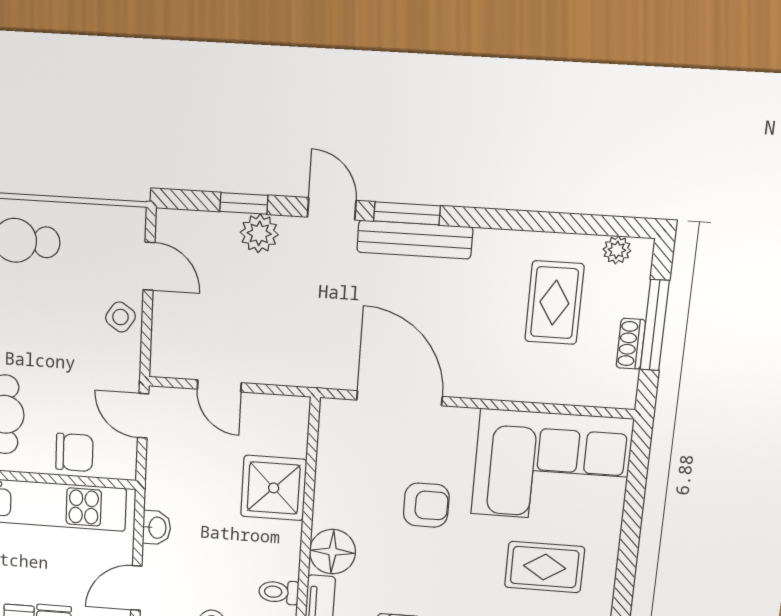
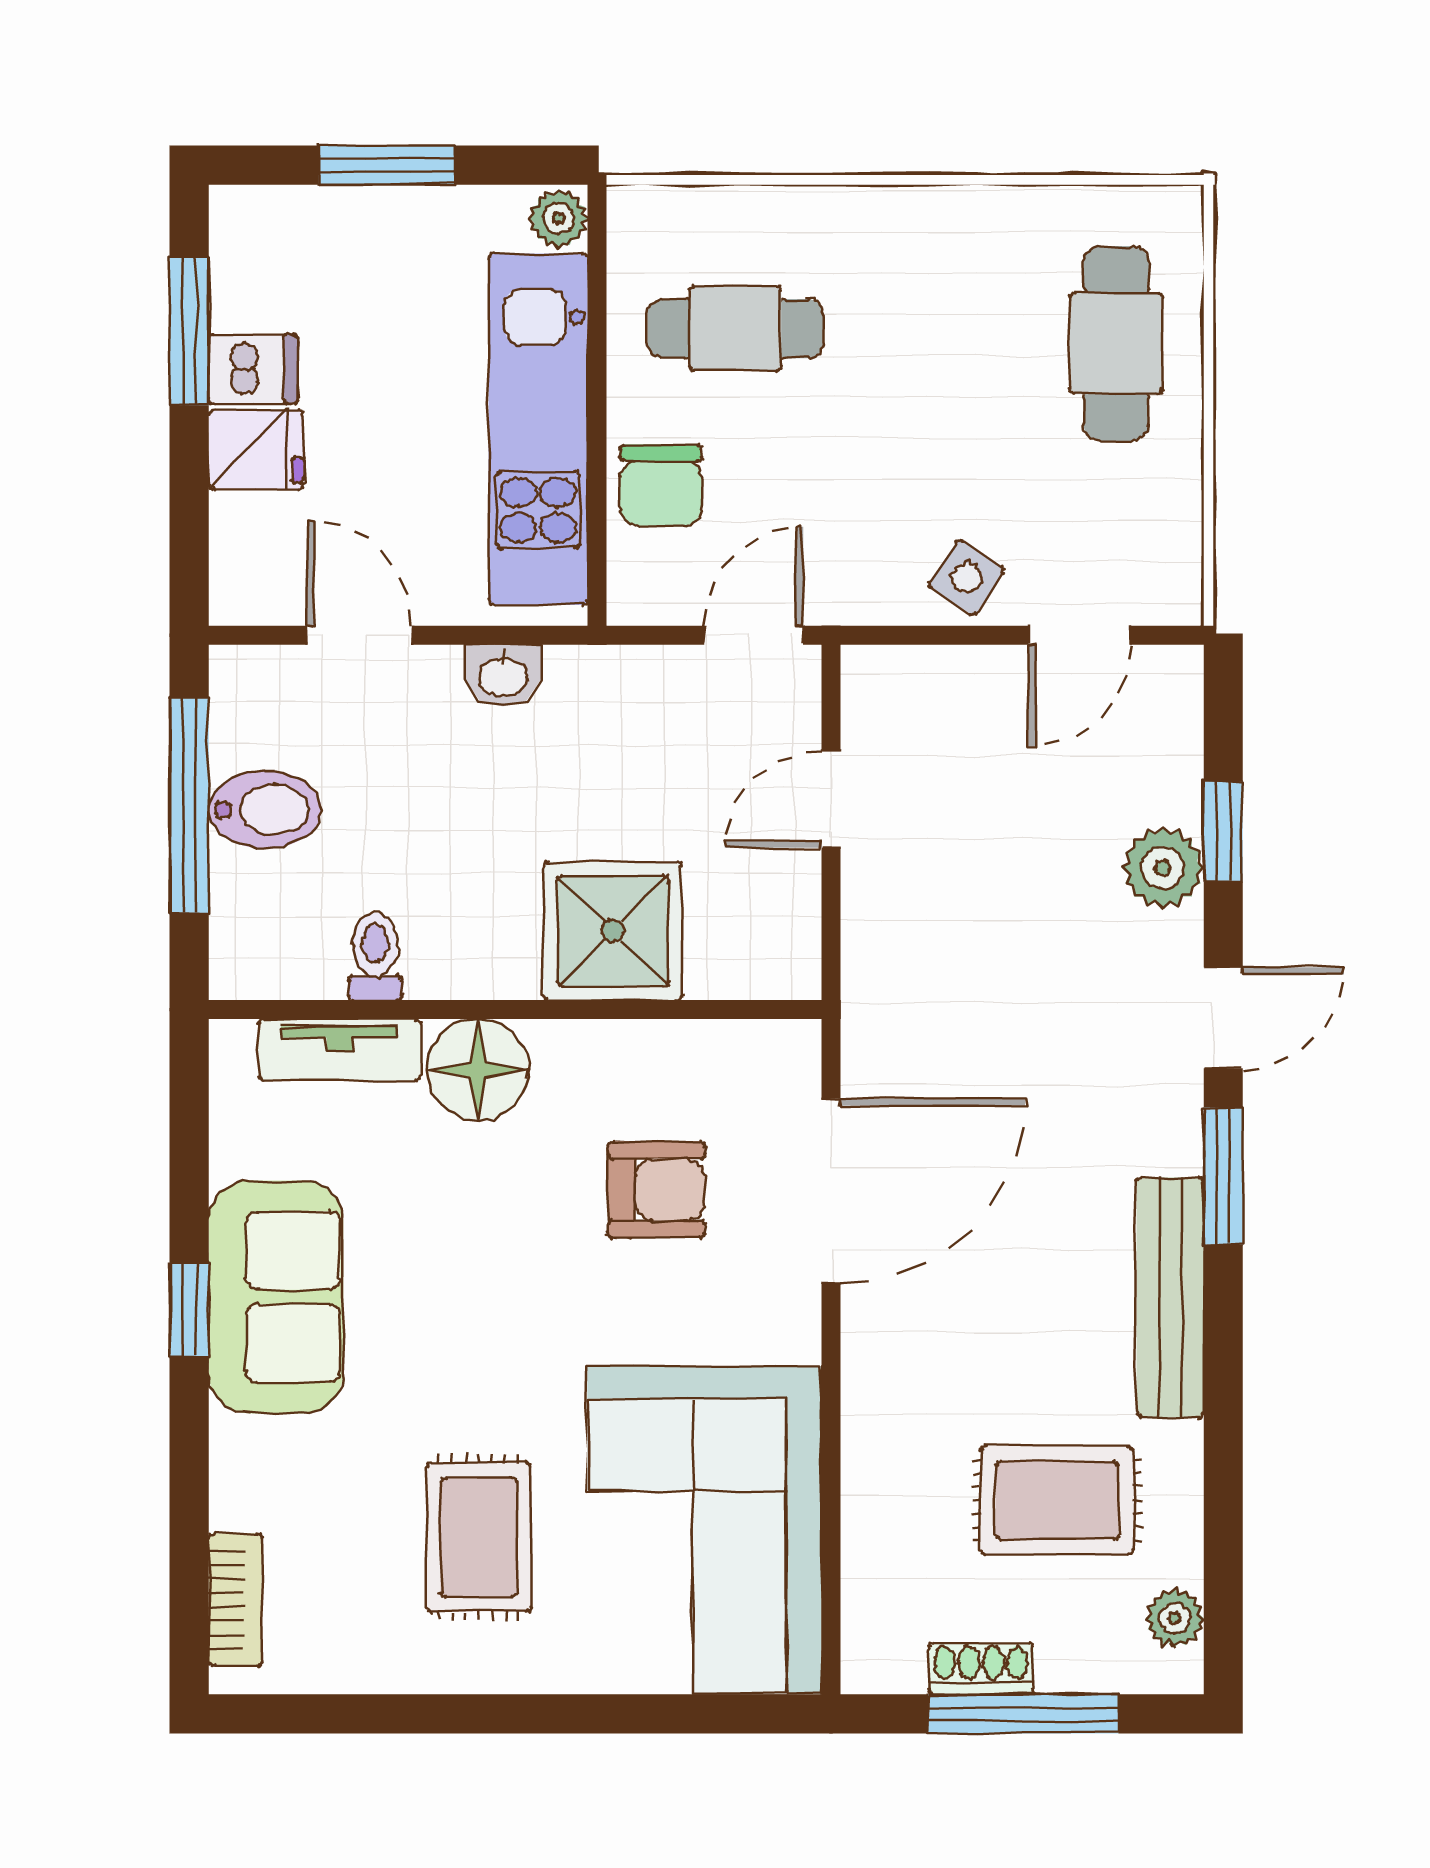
bench: (415, 240) -> (1170, 1297), moved
armchair: (426, 505) -> (656, 1190), moved, turned -90

